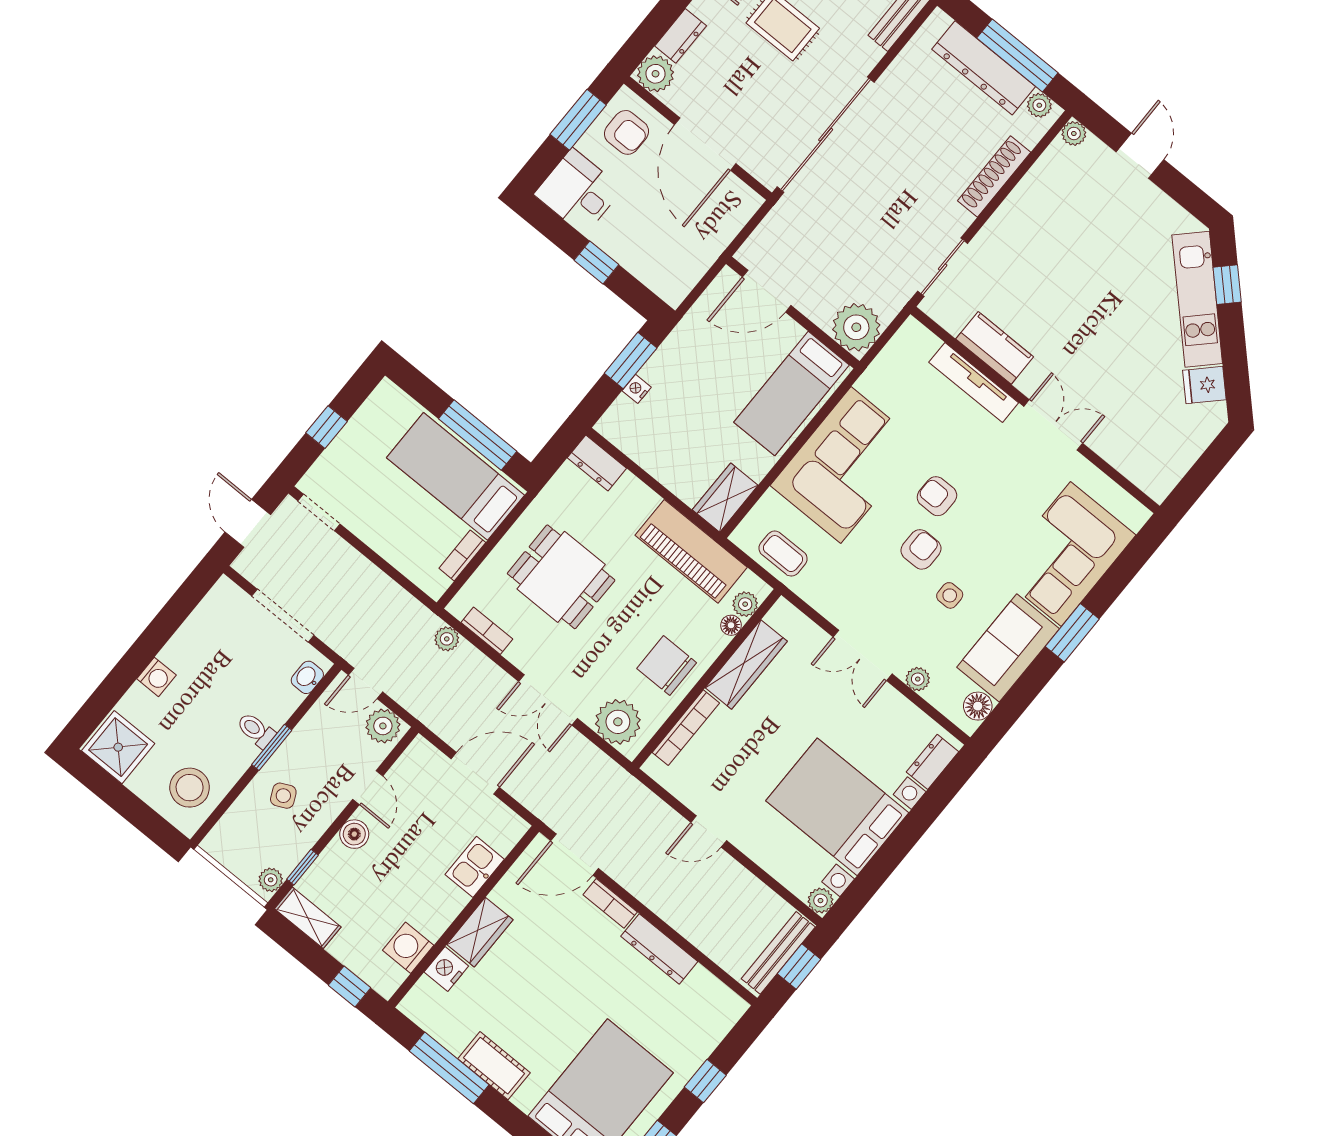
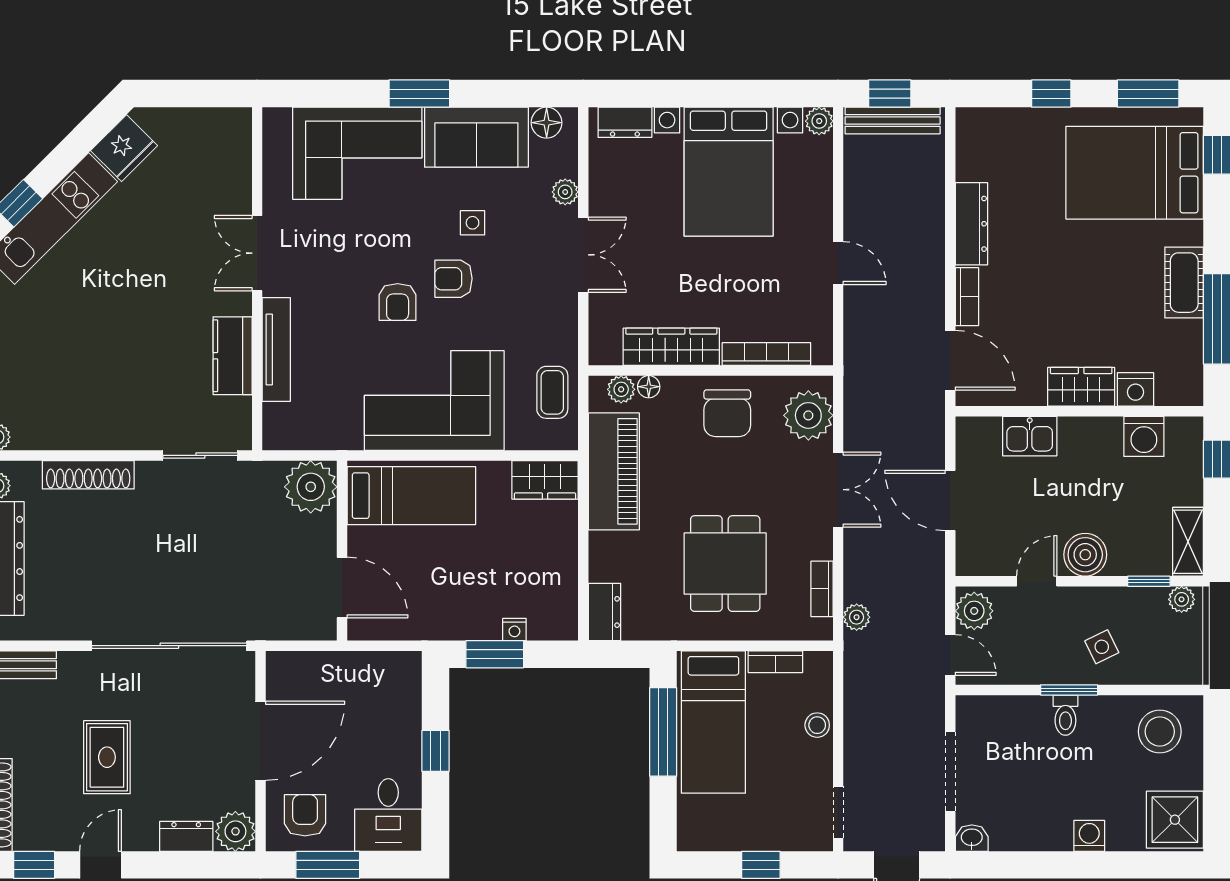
fridge: (1204, 385) -> (124, 148), width x1.38
stool: (393, 548) -> (817, 725), added
washbasin: (307, 677) -> (972, 838), moved, turned 180
boiler: (354, 834) -> (1085, 555), width x1.36, depth x1.36

